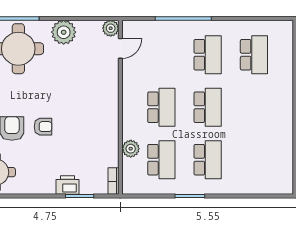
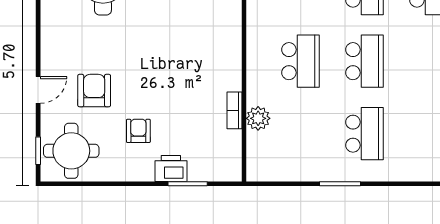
armchair: (43, 127) -> (138, 131), moved, turned -90
school desk: (161, 160) -> (300, 134), removed
bookcase: (113, 181) -> (234, 110), moved

